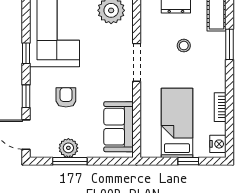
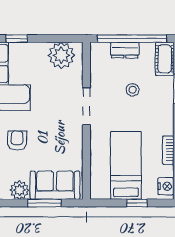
sofa: (119, 127) -> (55, 185), moved, turned 90
window: (70, 161) -> (44, 203), moved

